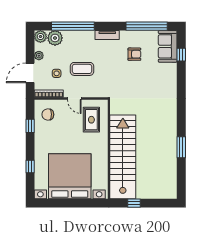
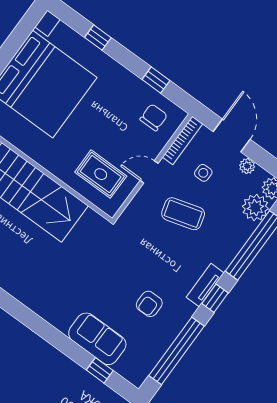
window: (110, 26) -> (215, 298), added
sofa: (168, 46) -> (97, 339), moved
coffee table: (82, 69) -> (183, 214), turned 74

